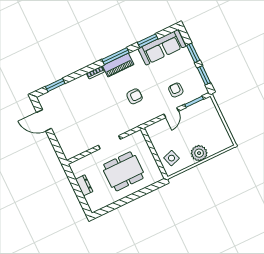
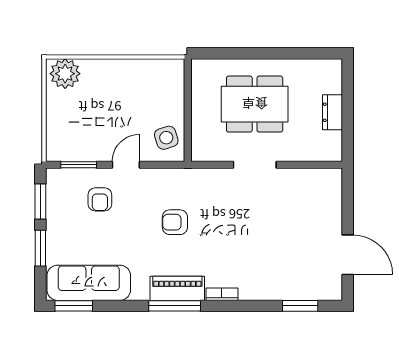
window: (148, 41) -> (74, 306), moved
plant: (199, 153) -> (65, 74), moved
side table: (172, 158) -> (166, 138), moved

